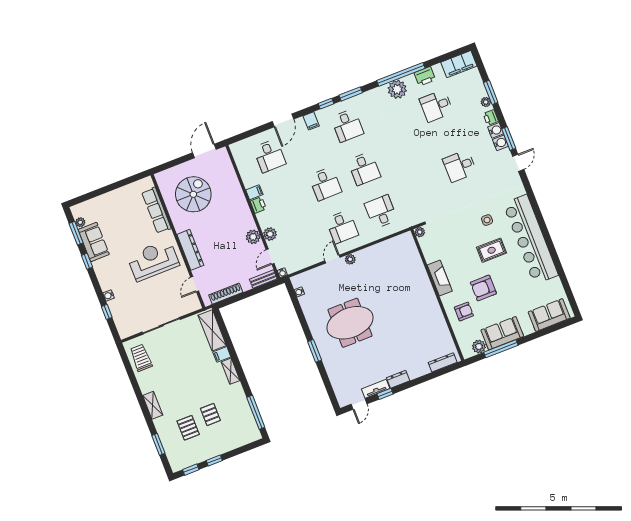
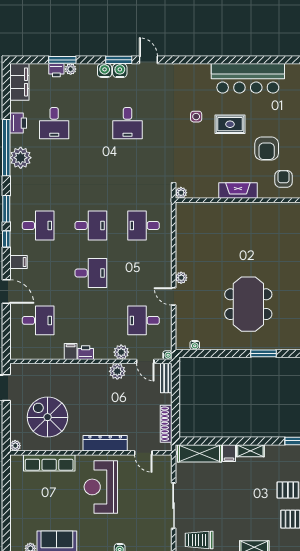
printer: (491, 117) -> (56, 70), moved
plant: (160, 177) -> (15, 446), added
desk: (342, 227) -> (144, 320), moved, turned 180
bar counter: (531, 239) -> (248, 78), width x0.73
rug: (492, 250) -> (230, 124), turned 90

